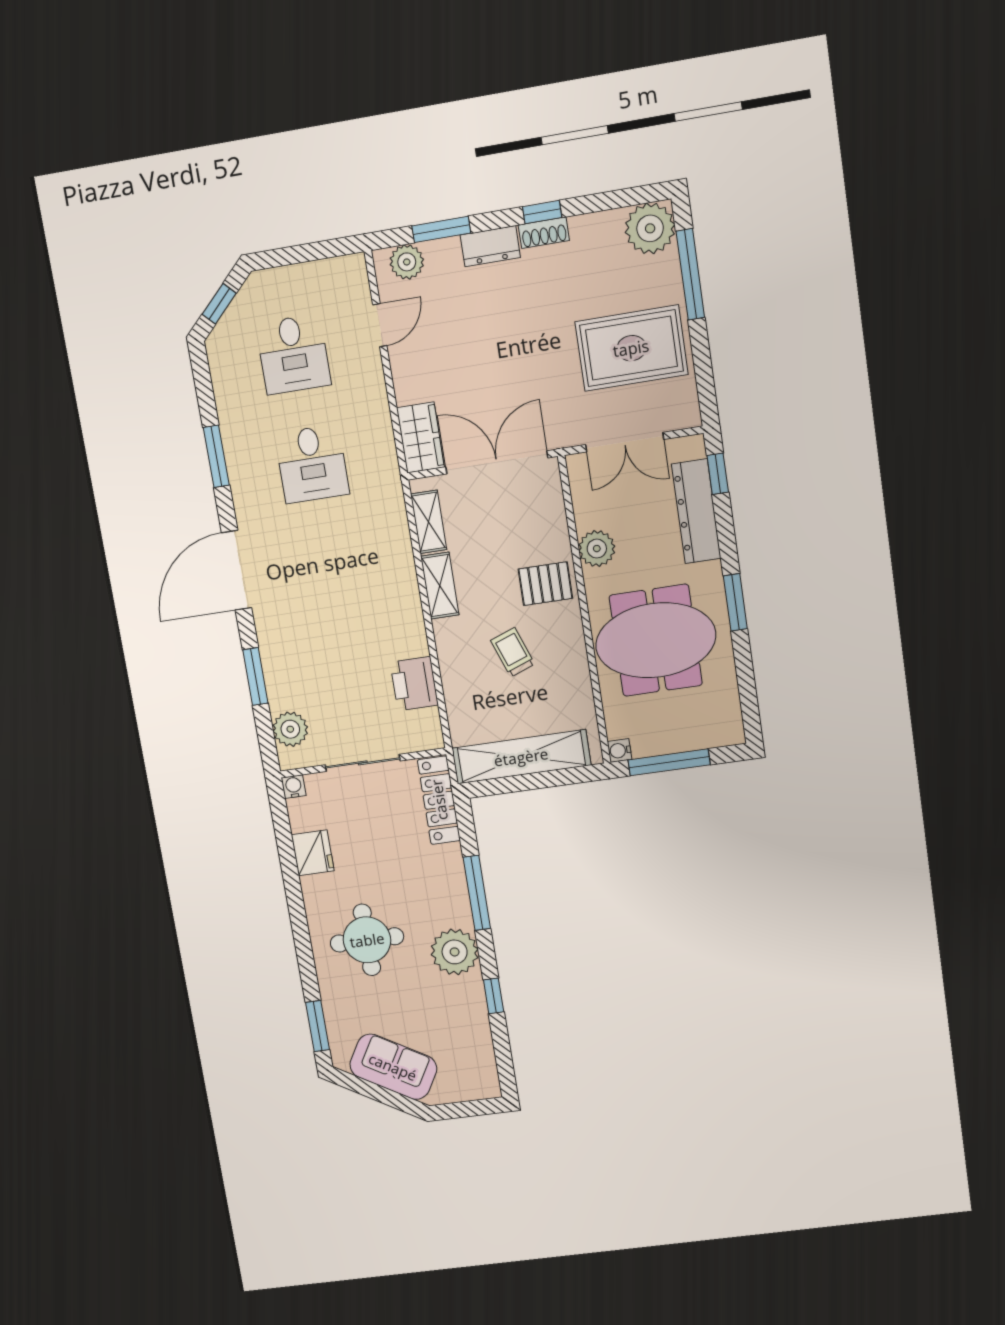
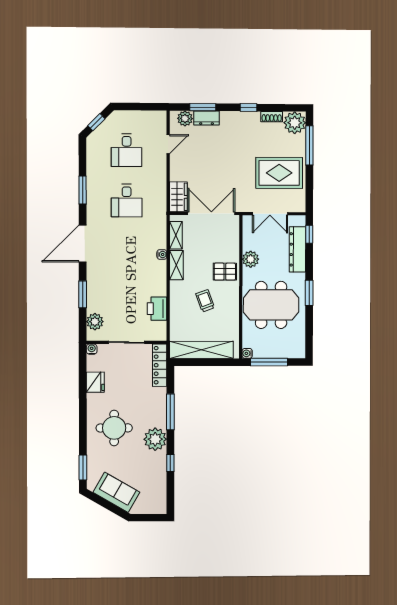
shoe rack: (544, 233) -> (272, 117), moved
dresser: (490, 246) -> (207, 118), moved
water cooler: (405, 568) -> (162, 254), added

